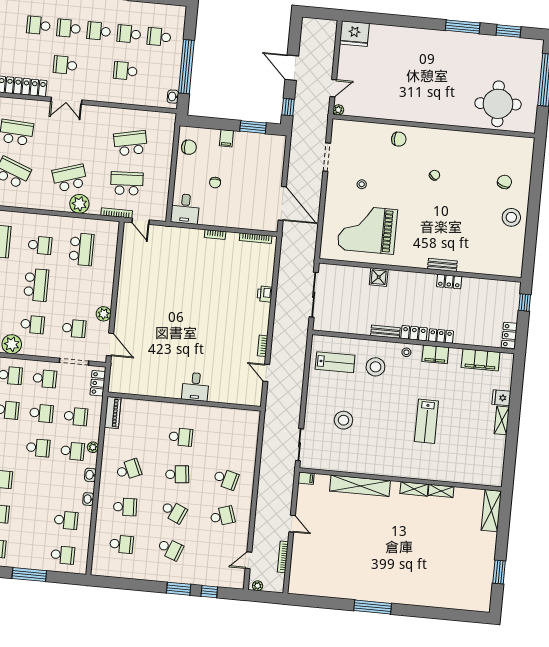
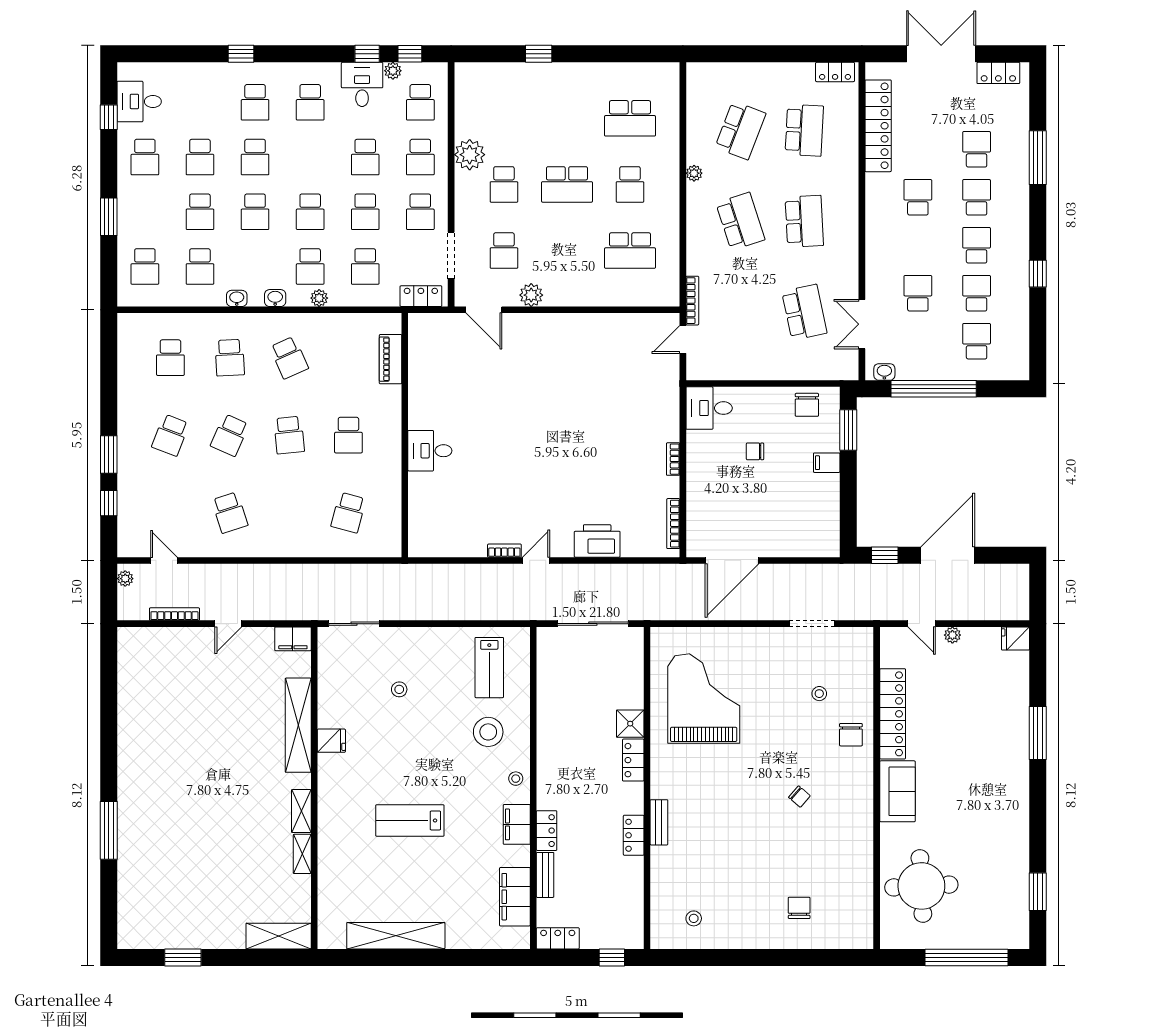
window: (463, 27) -> (1038, 733), moved
fridge: (354, 34) -> (1015, 638), width x0.53, depth x0.75
door: (292, 68) -> (948, 555), width x1.36
double door: (66, 101) -> (862, 324), moved
plant: (338, 110) -> (952, 635), moved
locker: (388, 112) -> (893, 714), added
sofa: (437, 113) -> (897, 791), added
window: (253, 127) -> (848, 430), moved
chair: (504, 182) -> (799, 908), turned -108
school desk: (127, 183) -> (804, 221), moved
stool: (362, 184) -> (819, 694), moved
plant: (79, 204) -> (694, 173), moved, width x0.53, depth x0.53
stool: (511, 217) -> (694, 918), moved, width x0.53, depth x0.53
printer: (265, 294) -> (597, 541), width x1.87, depth x1.48
bench: (385, 332) -> (545, 875), moved
locker: (414, 333) -> (633, 760), moved, turned 180
door: (110, 344) -> (484, 310), hinge flipped
door: (266, 373) -> (536, 560), moved
fridge: (501, 398) -> (331, 741), moved, turned 90
piano: (113, 413) -> (391, 359), moved, turned 90
stool: (343, 420) -> (399, 689), width x0.53, depth x0.53
shelving: (502, 420) -> (396, 936), width x2.20, depth x1.33
filing cabinet: (306, 478) -> (293, 639), width x2.00
school desk: (226, 479) -> (348, 513), moved
school desk: (35, 482) -> (255, 212), added
school desk: (32, 517) -> (200, 212), added
window: (29, 575) -> (109, 217), width x0.69
window: (373, 607) -> (109, 830), moved

